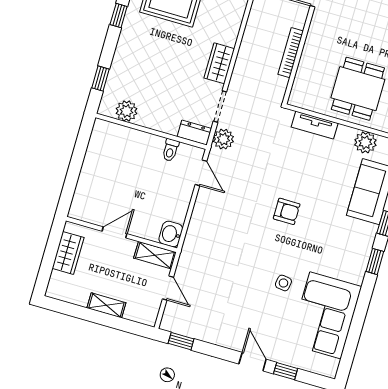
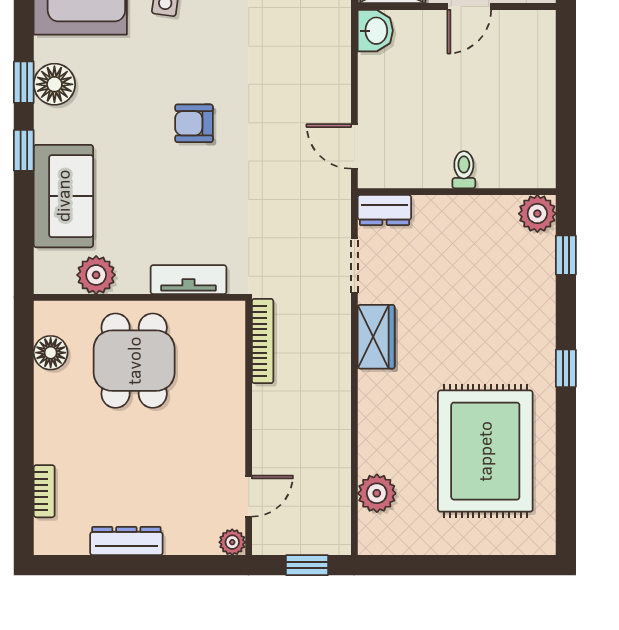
bookcase: (291, 53) -> (263, 341), moved
plant: (127, 111) -> (537, 214), moved
plant: (223, 139) -> (333, 213), removed
toilet: (170, 150) -> (464, 170), moved
floor lamp: (358, 255) -> (54, 84), added

